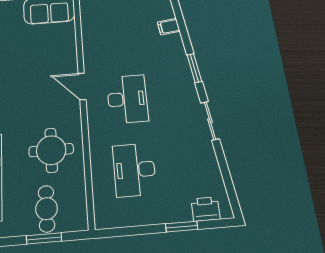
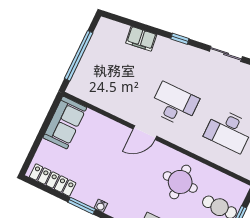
filing cabinet: (169, 27) -> (141, 39), width x2.00
window: (194, 68) -> (180, 39), width x0.67

